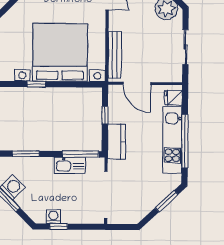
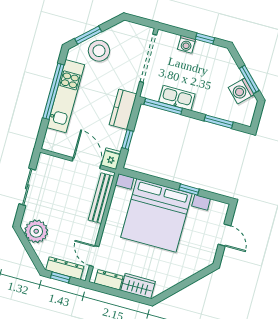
fridge: (173, 98) -> (111, 159), moved, turned -90
stool: (153, 190) -> (99, 51), added
washing machine: (53, 217) -> (186, 44), moved

